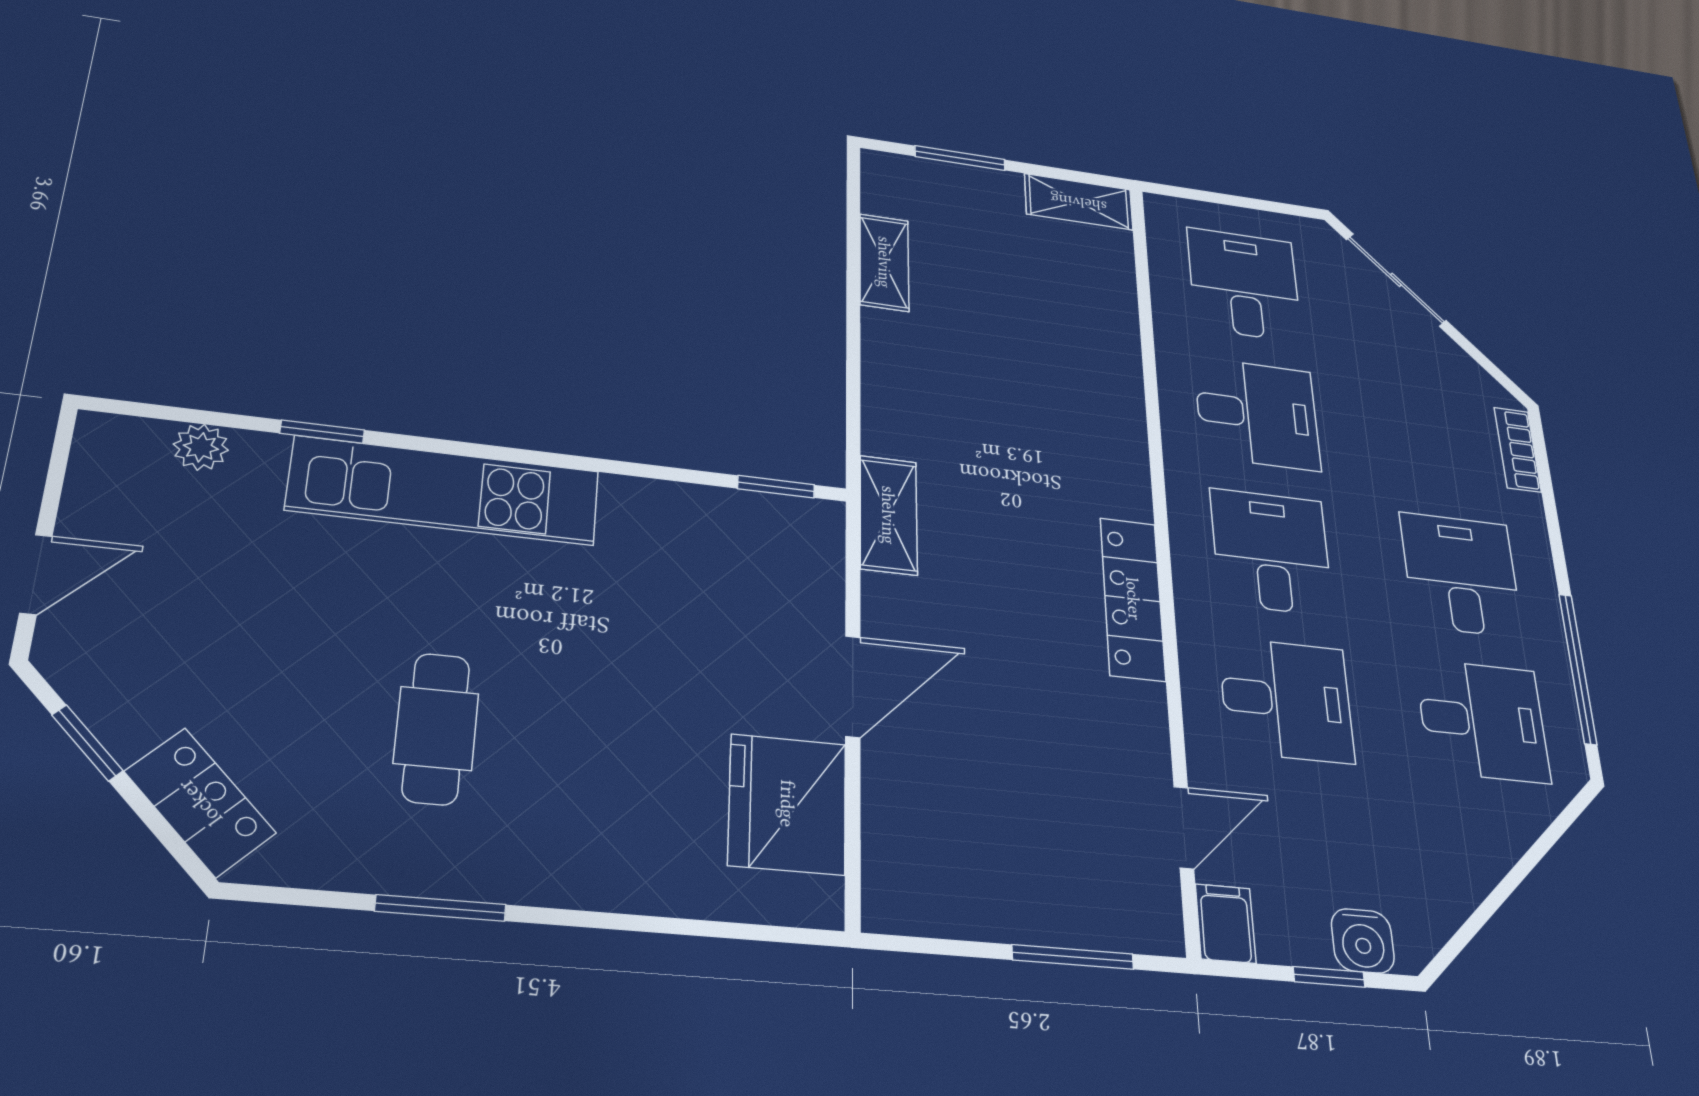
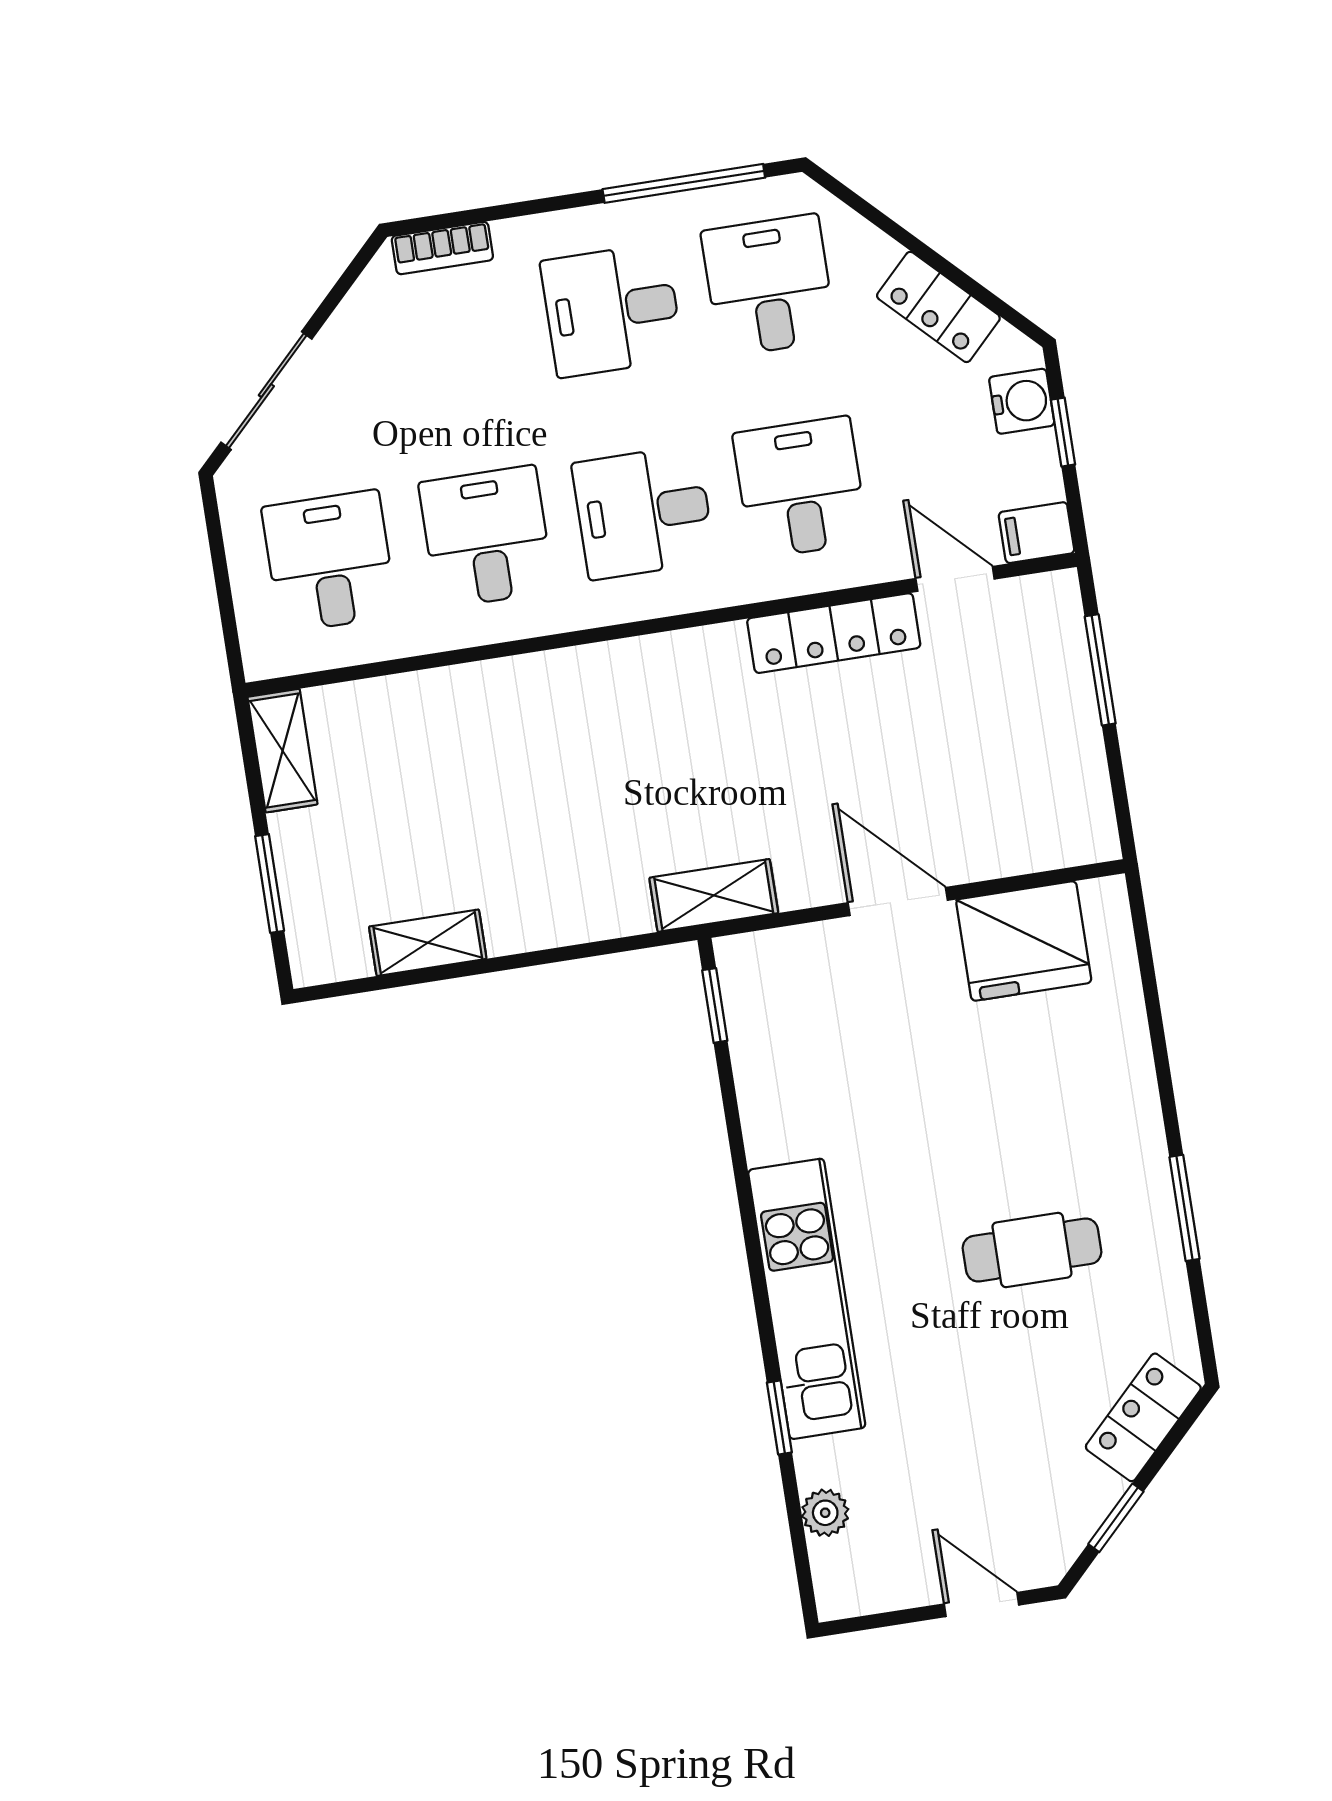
desk: (1244, 285) -> (329, 561), turned 90
locker: (1133, 599) -> (834, 633), moved
locker: (1460, 879) -> (938, 307), added

